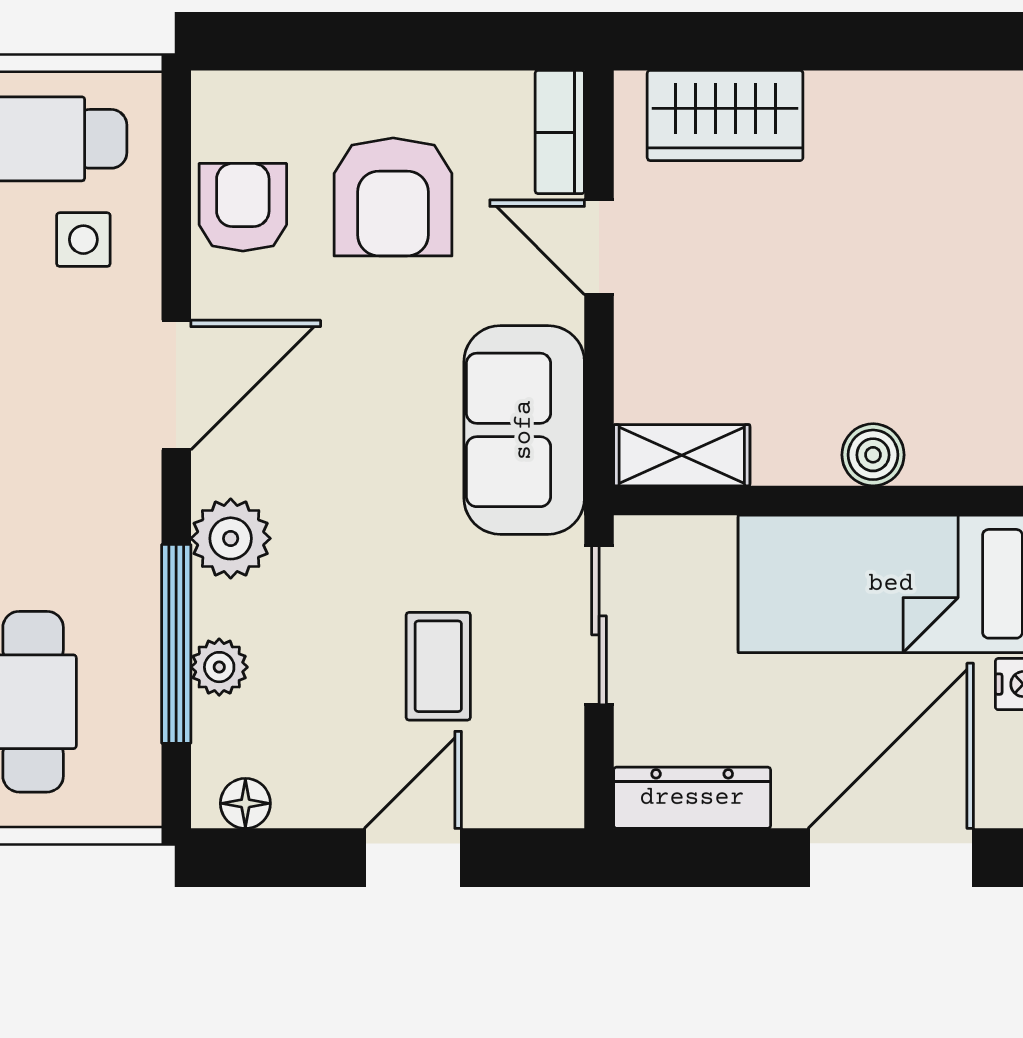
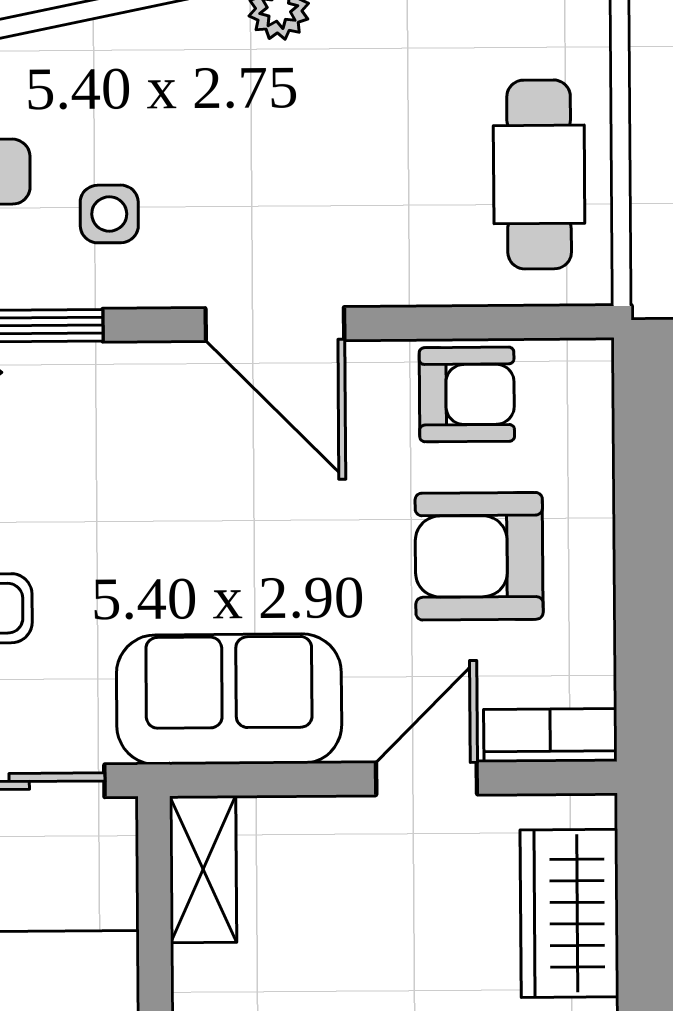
side table: (83, 240) -> (109, 214), moved
plant: (231, 538) -> (110, 384), removed

